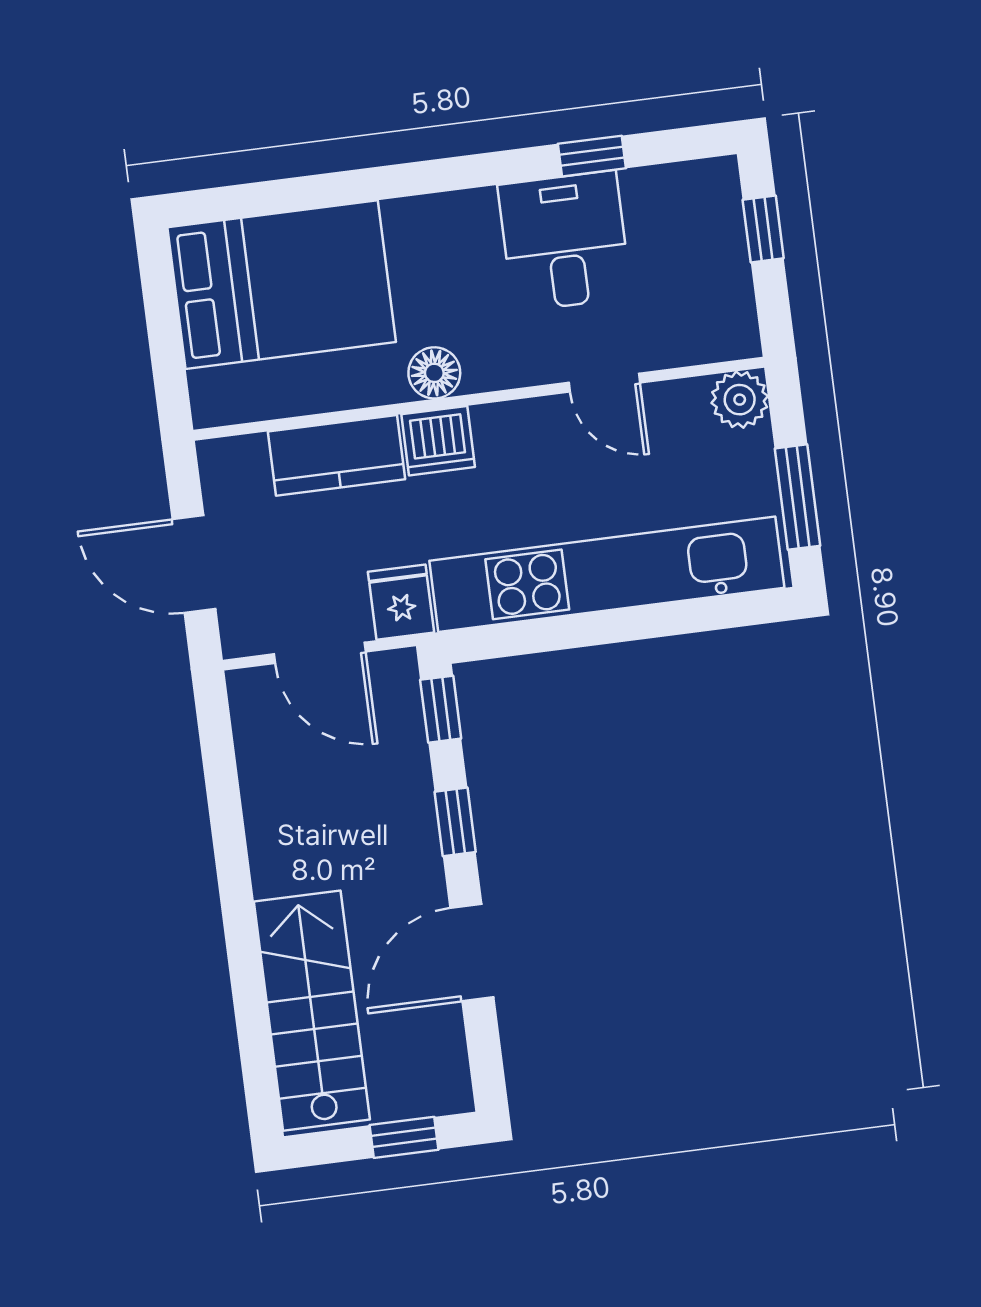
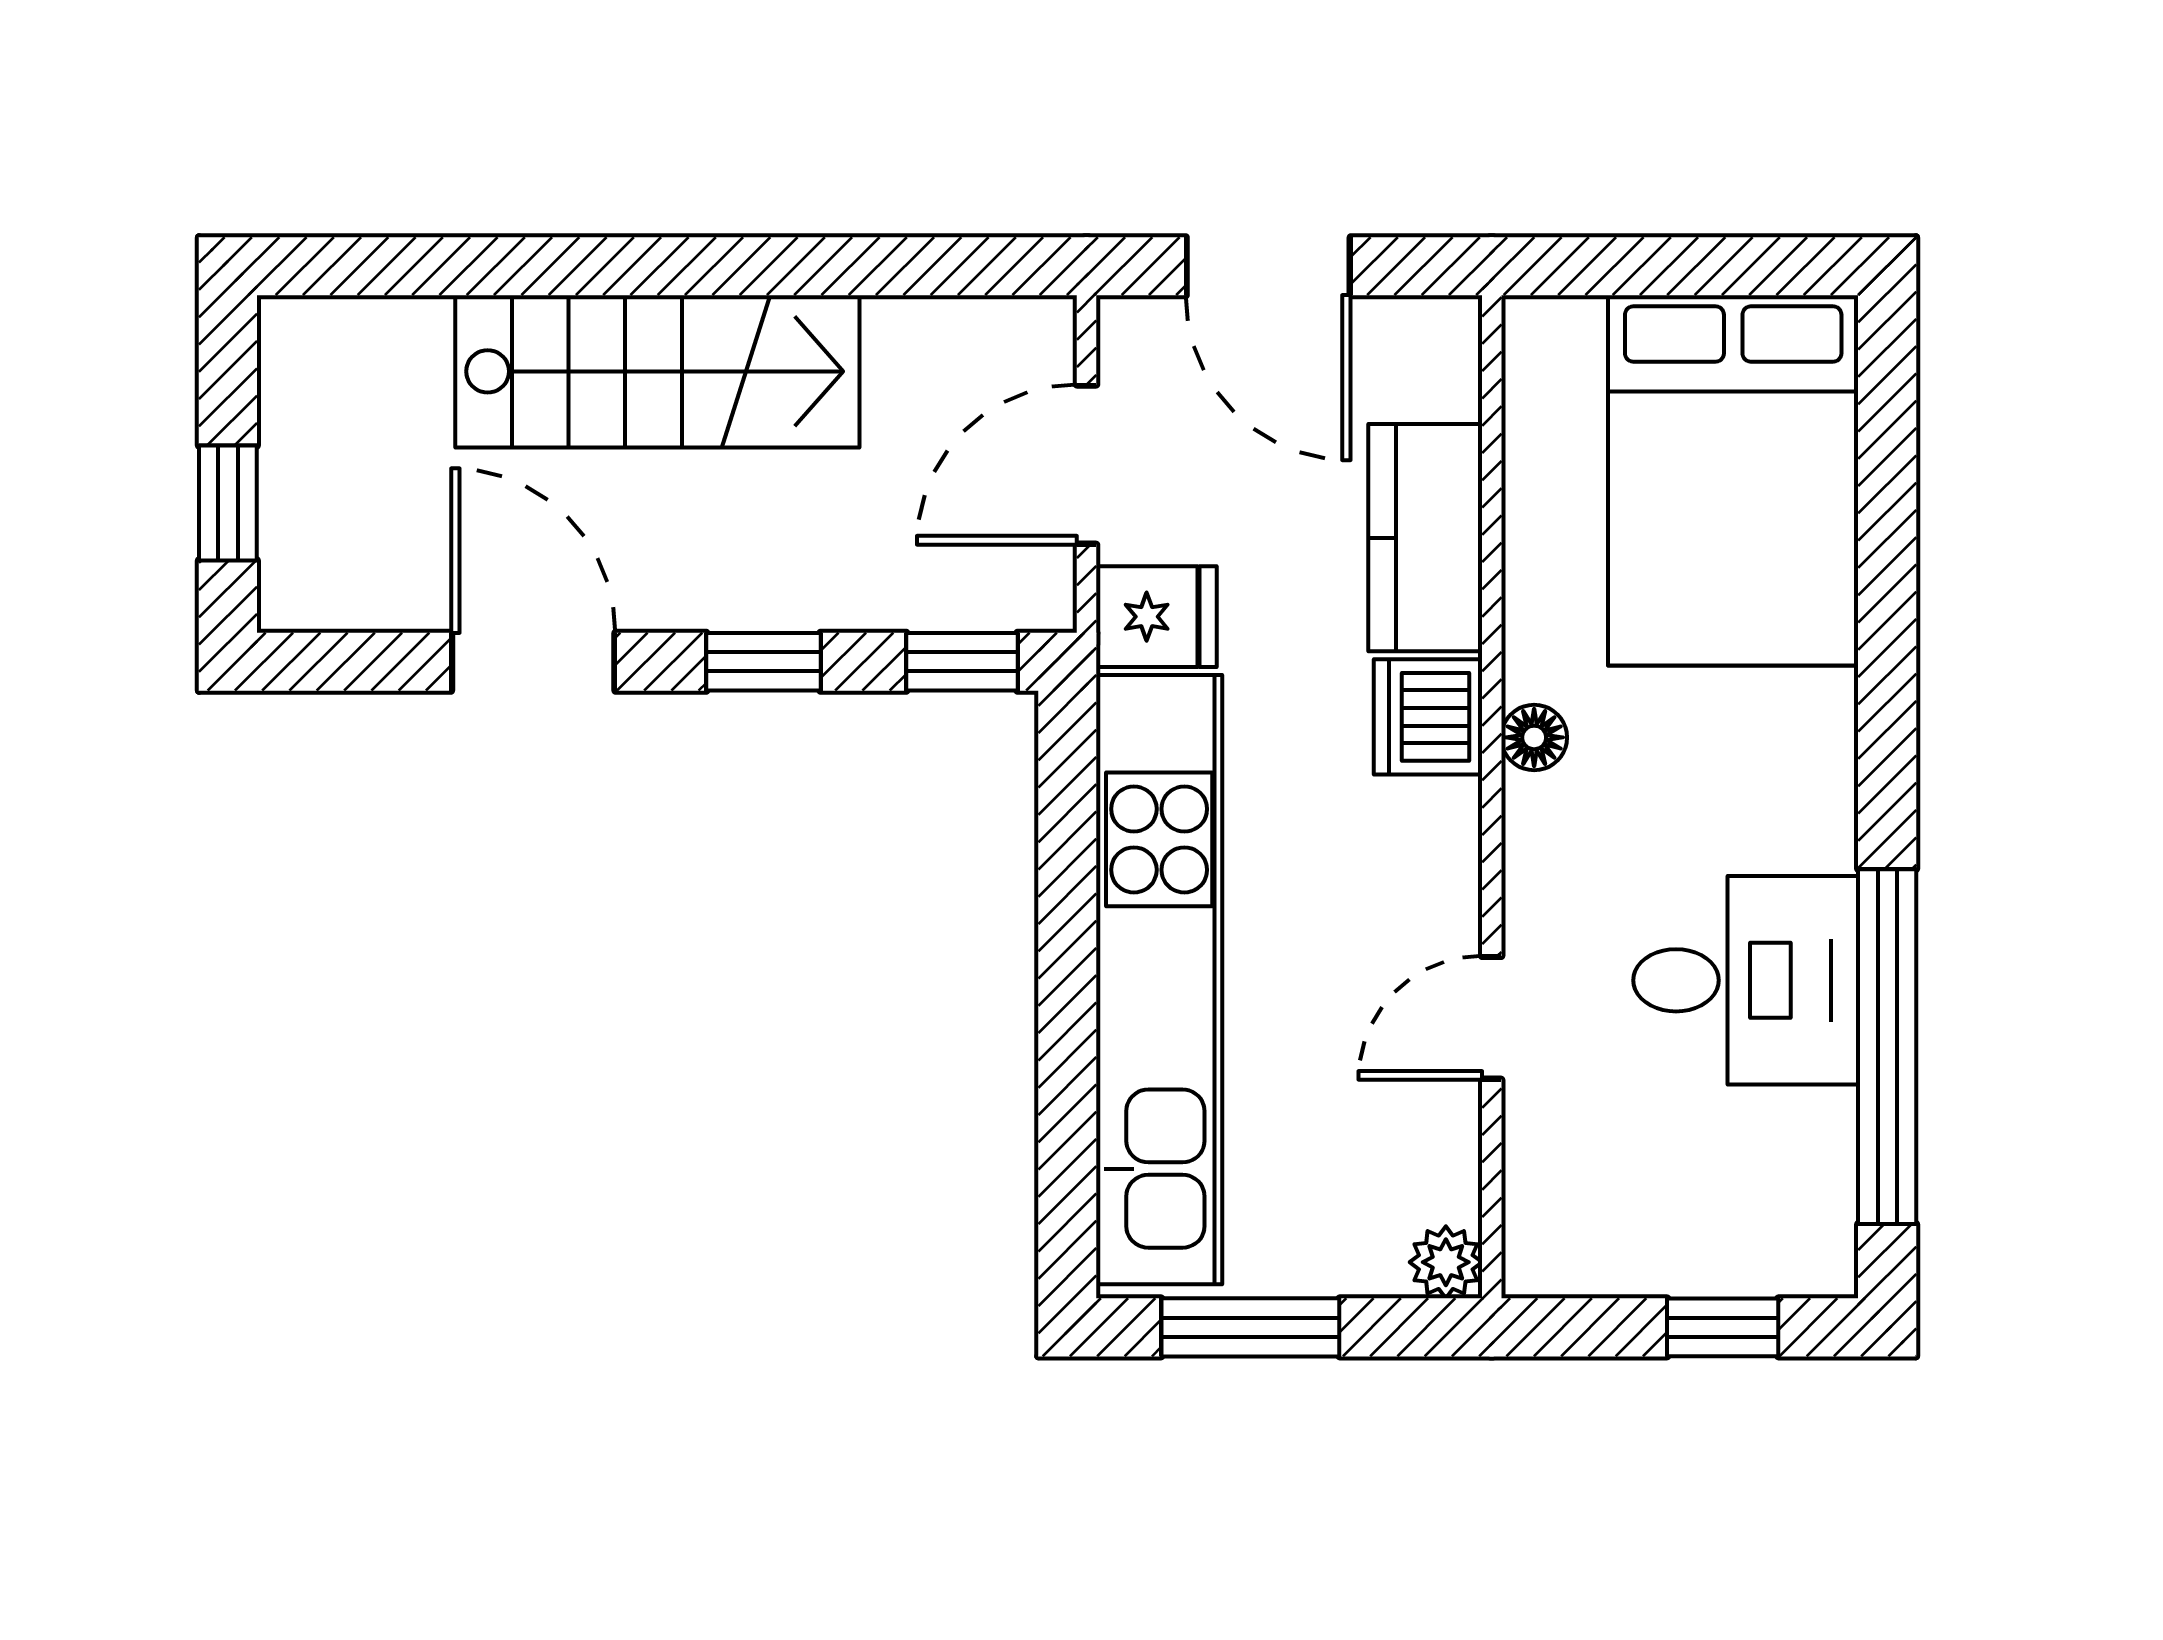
window: (592, 156) -> (1887, 1047), width x3.17
floor lamp: (434, 373) -> (1534, 737), width x0.73, depth x0.73
plant: (740, 400) -> (1446, 1262), width x0.73, depth x0.73
door: (194, 564) -> (1268, 266), swing flipped
stairs: (312, 1011) -> (657, 371), moved

